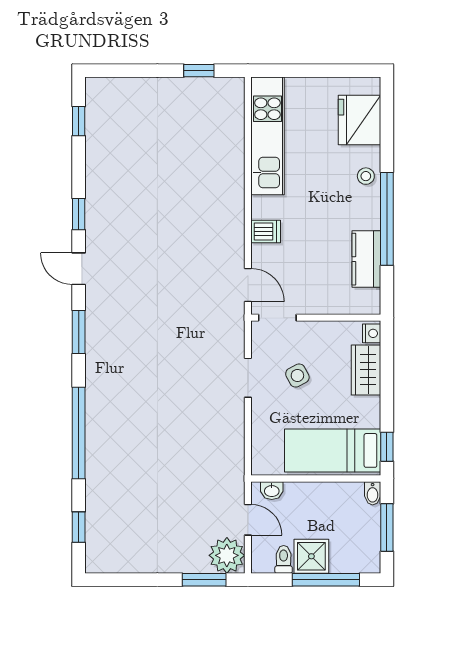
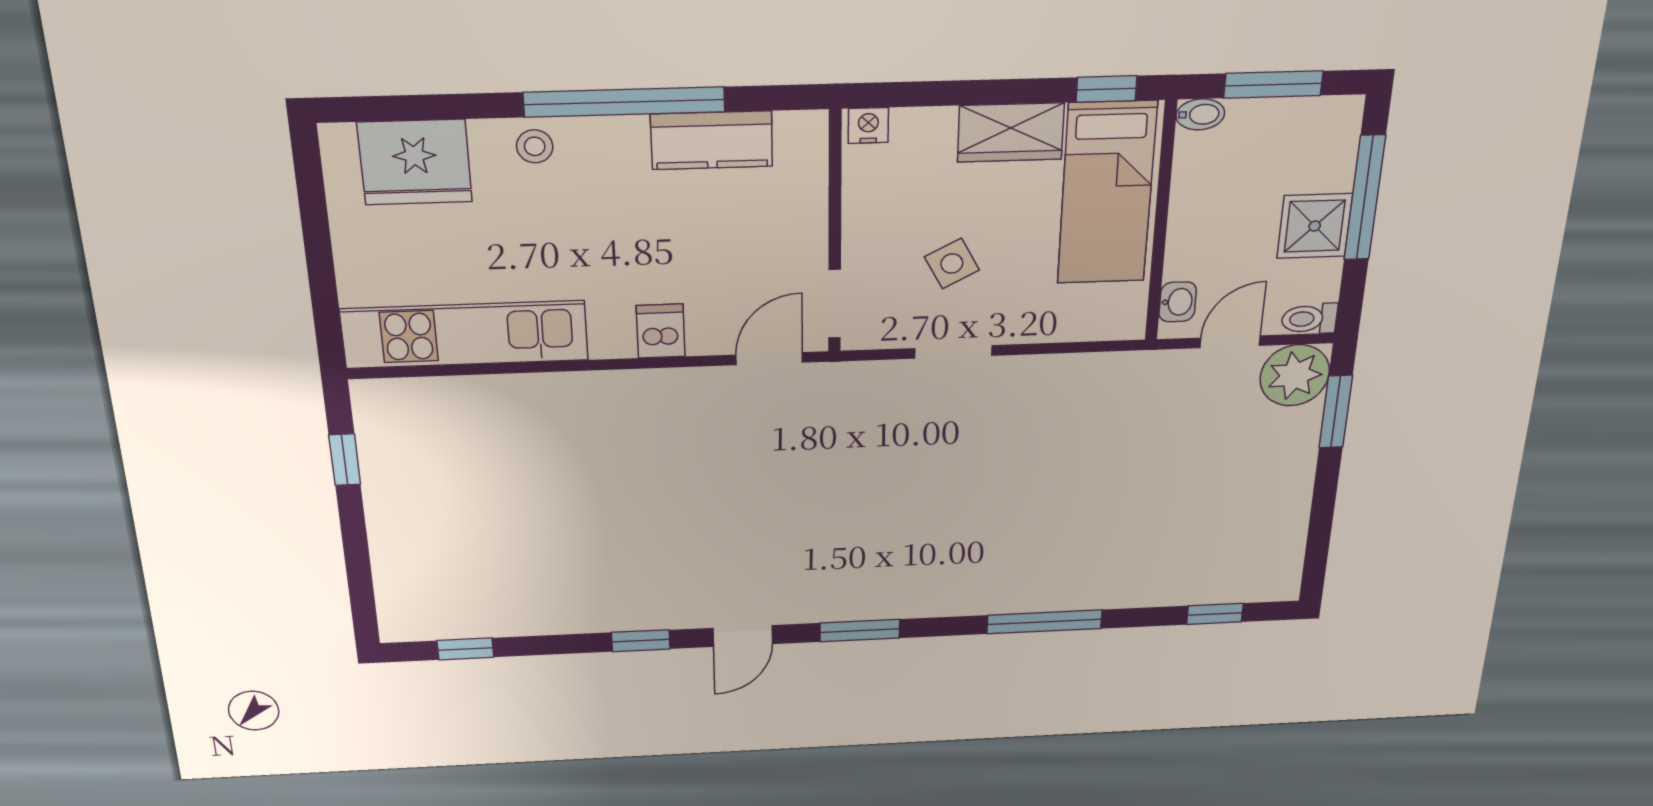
wardrobe: (366, 370) -> (1011, 132), moved
window: (79, 433) -> (1045, 622), width x0.68
toilet: (284, 559) -> (1309, 319), moved

